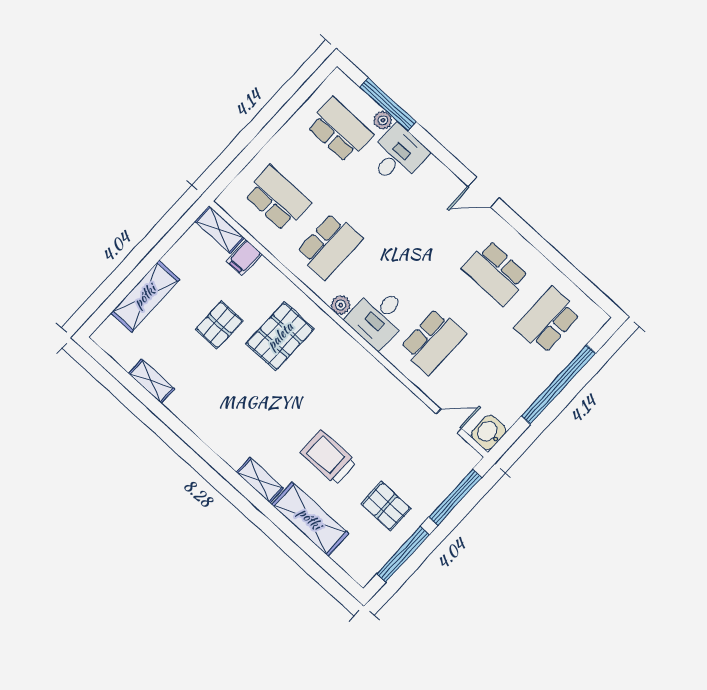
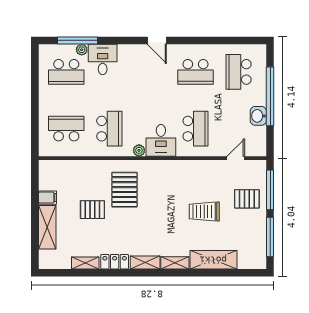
school desk: (340, 130) -> (66, 72), turned 180
door: (484, 192) -> (157, 40), hinge flipped
shelving: (220, 230) -> (145, 262), moved
filing cabinet: (244, 257) -> (47, 198), moved, turned -90
pallet: (219, 325) -> (92, 210), turned 90
locker: (188, 412) -> (115, 262), added
washbasin: (489, 433) -> (258, 116), moved
trolley: (328, 457) -> (204, 212), moved
pallet: (386, 506) -> (247, 199), moved

